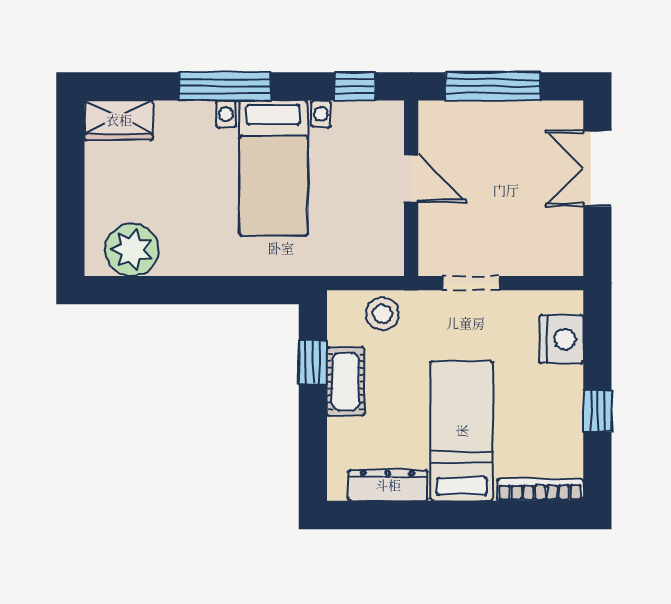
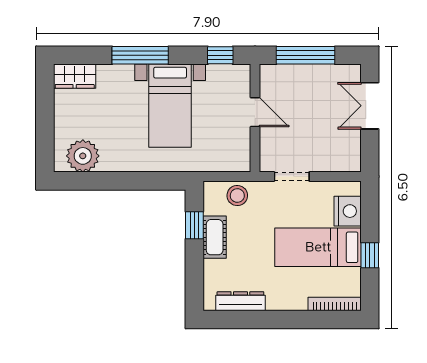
bed: (462, 431) -> (318, 247), moved, turned -90

